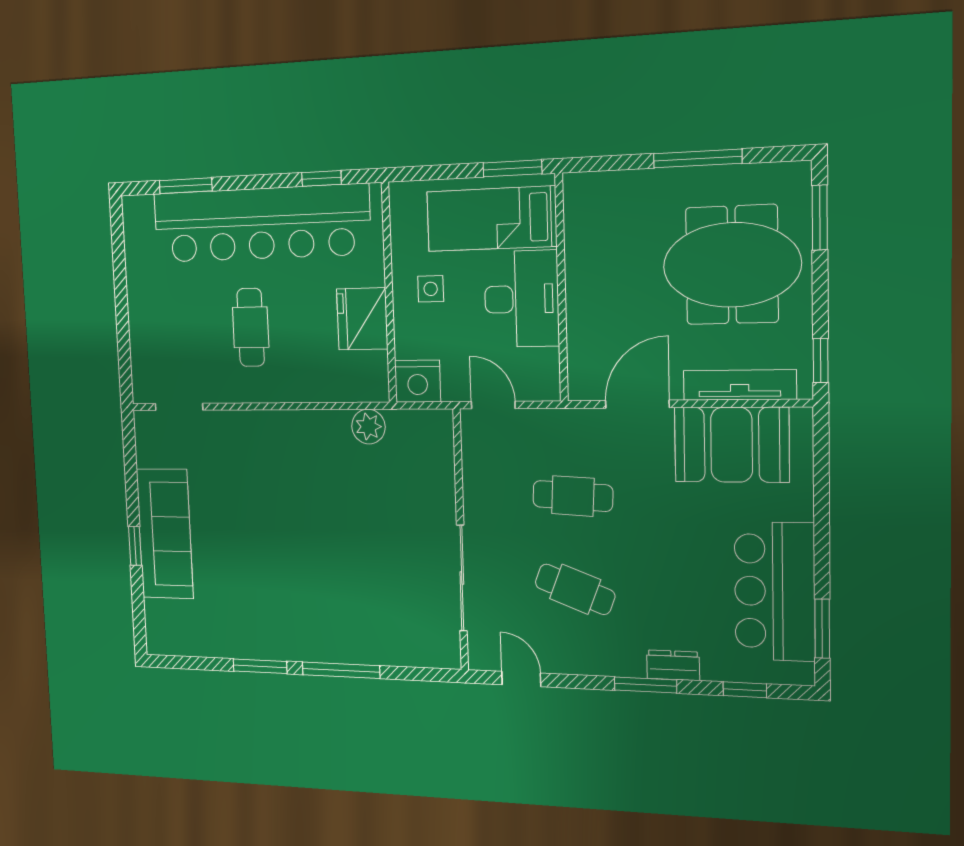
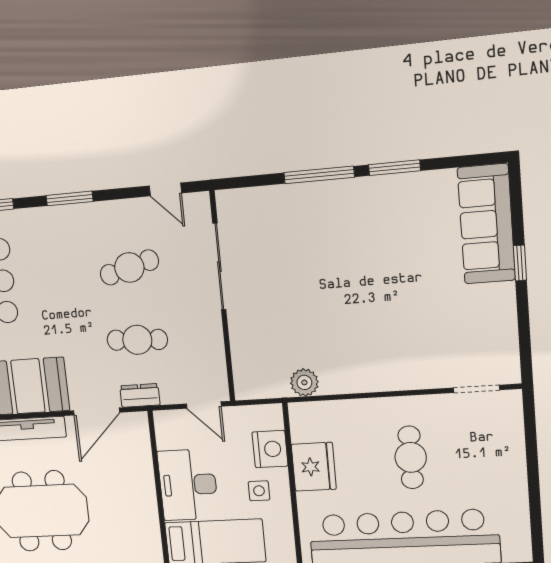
nightstand: (418, 381) -> (270, 449), moved, turned 90
sofa: (165, 534) -> (486, 224), moved
cafe table: (575, 589) -> (129, 267), turned -36
dresser: (673, 665) -> (140, 395), moved, turned 180

